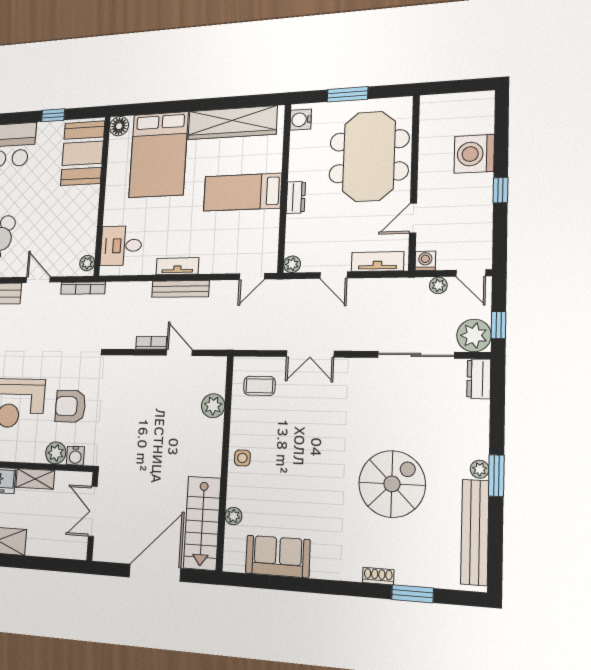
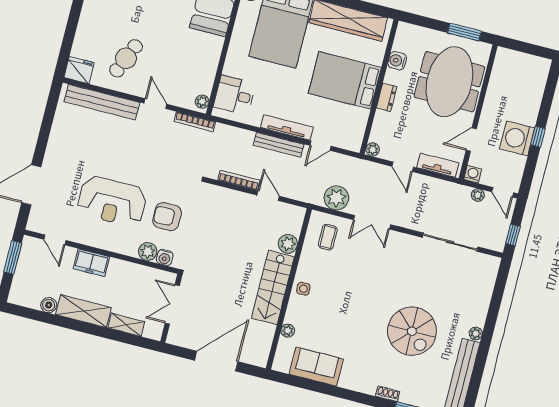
window: (347, 94) -> (464, 32), moved
water cooler: (301, 120) -> (397, 61), moved
washing machine: (474, 154) -> (517, 138), moved
bed: (242, 192) -> (345, 80), width x1.50
tv unit: (177, 266) -> (287, 127), width x1.41
door: (252, 276) -> (320, 146), moved
plant: (474, 335) -> (336, 198), moved
bookcase: (151, 343) -> (239, 180), width x1.56
dresser: (479, 379) -> (490, 270), removed
coffee table: (259, 386) -> (328, 237), turned 90
window: (496, 476) -> (486, 340), removed
shelving: (35, 479) -> (126, 325), moved
spiral stairs: (392, 484) -> (412, 331), turned 90
stairs: (202, 523) -> (273, 287), moved

